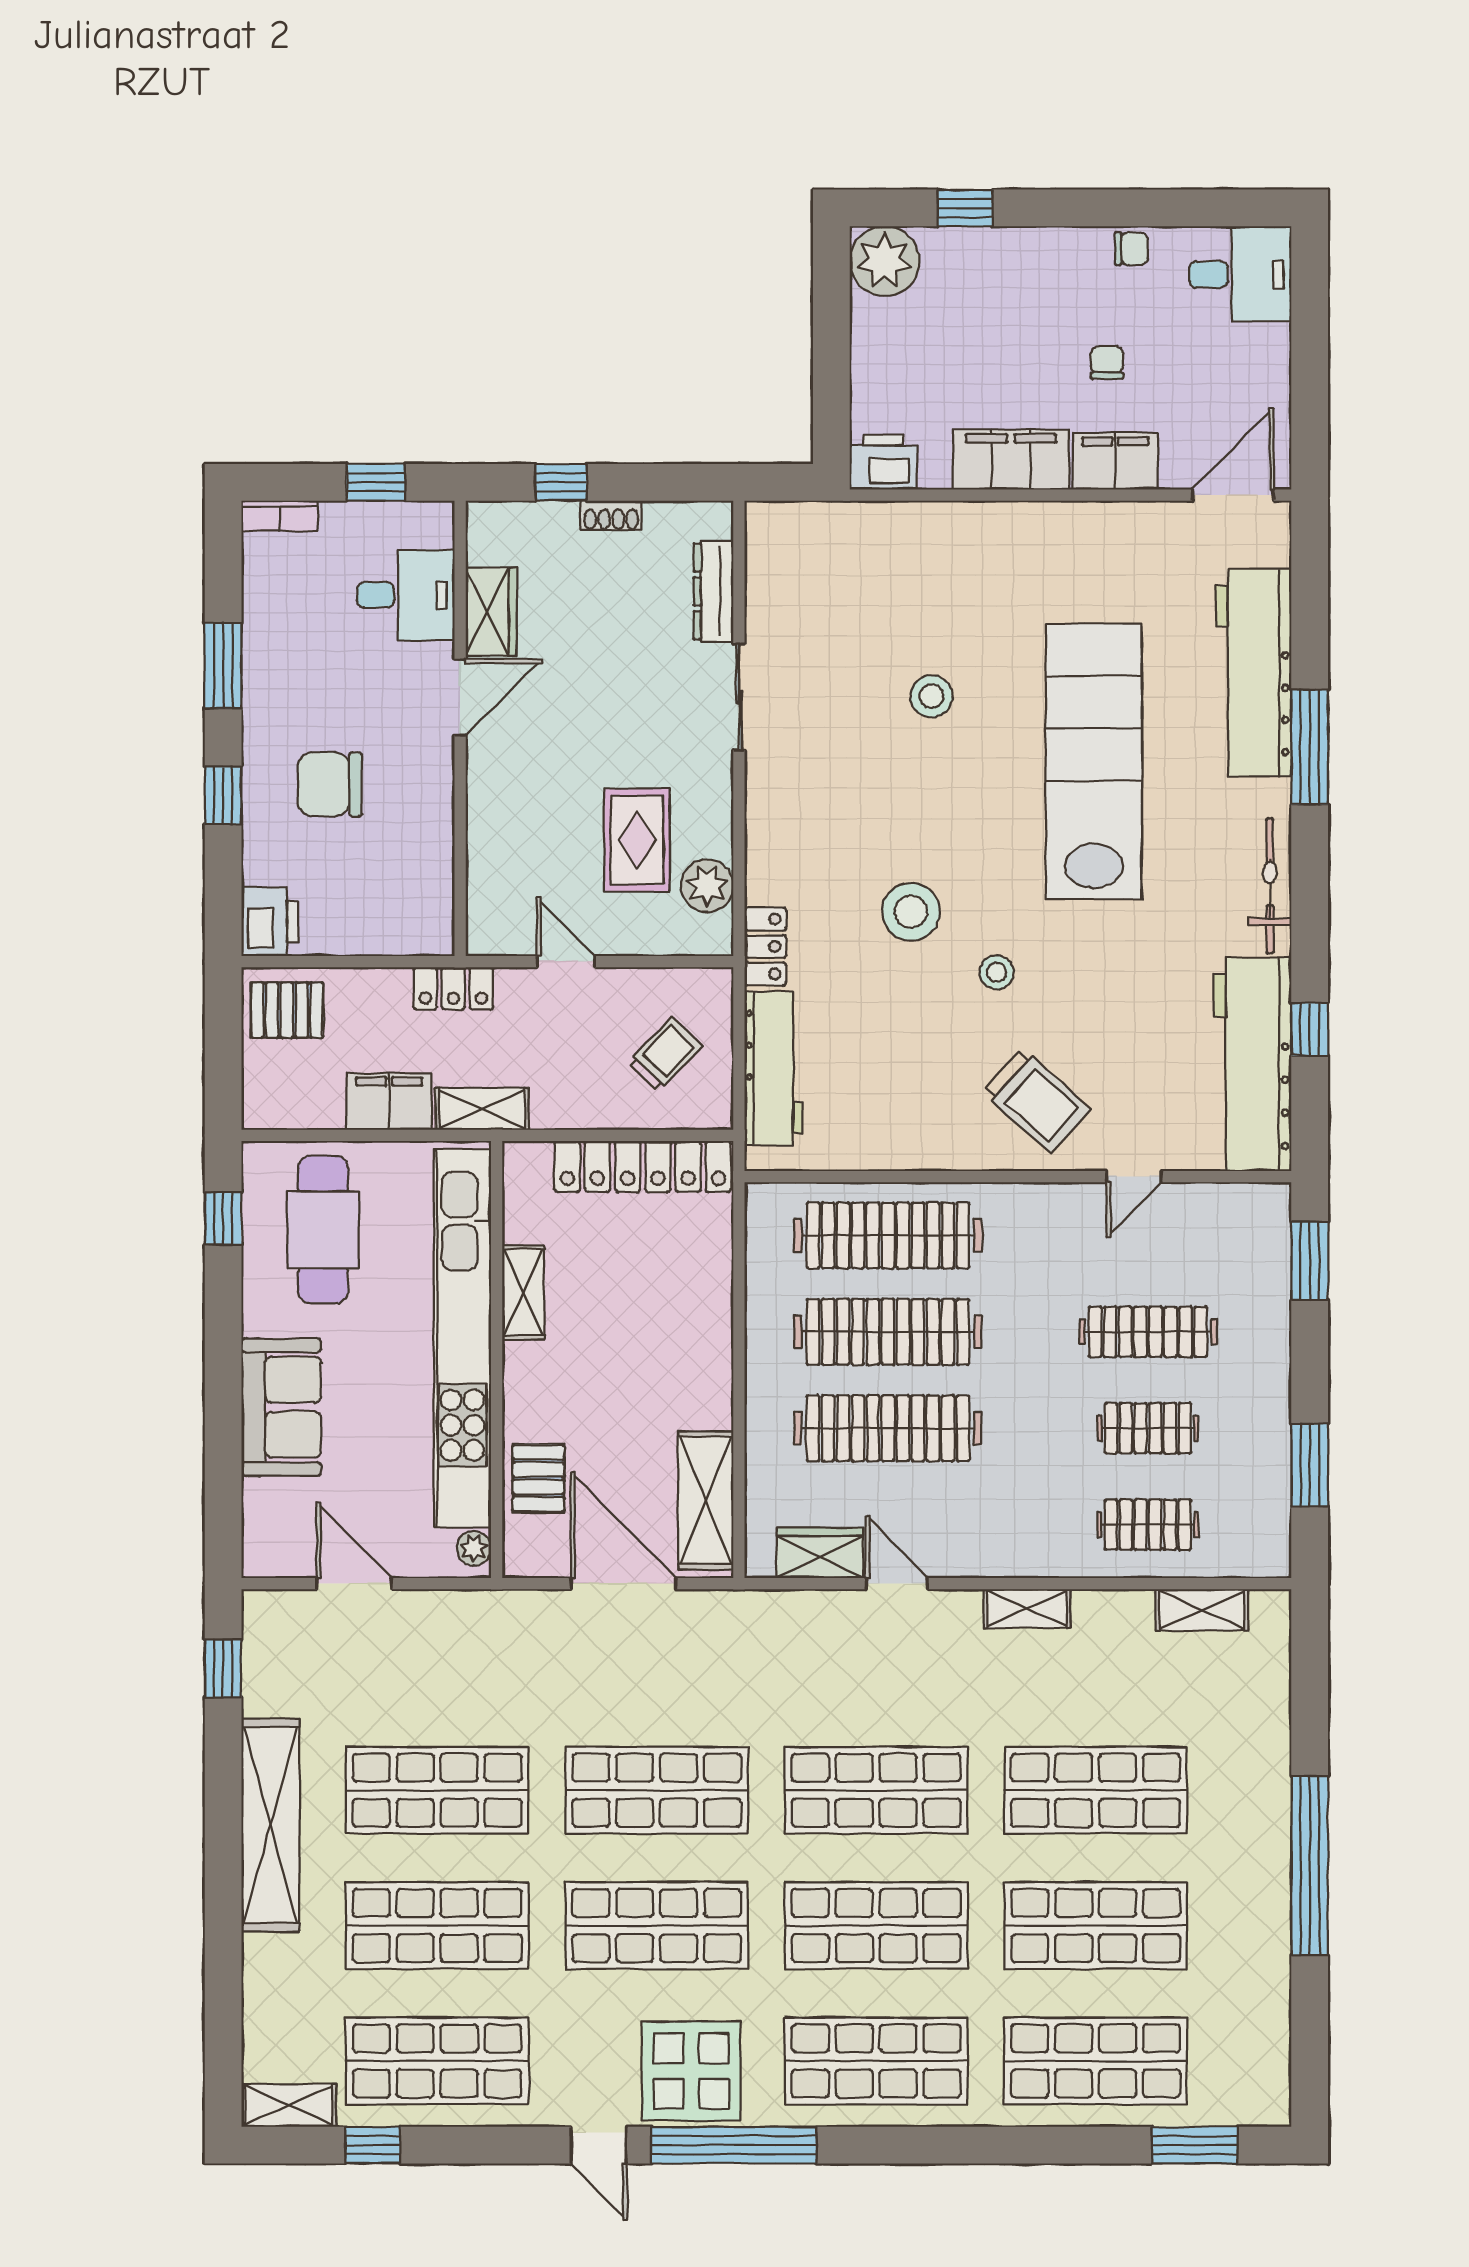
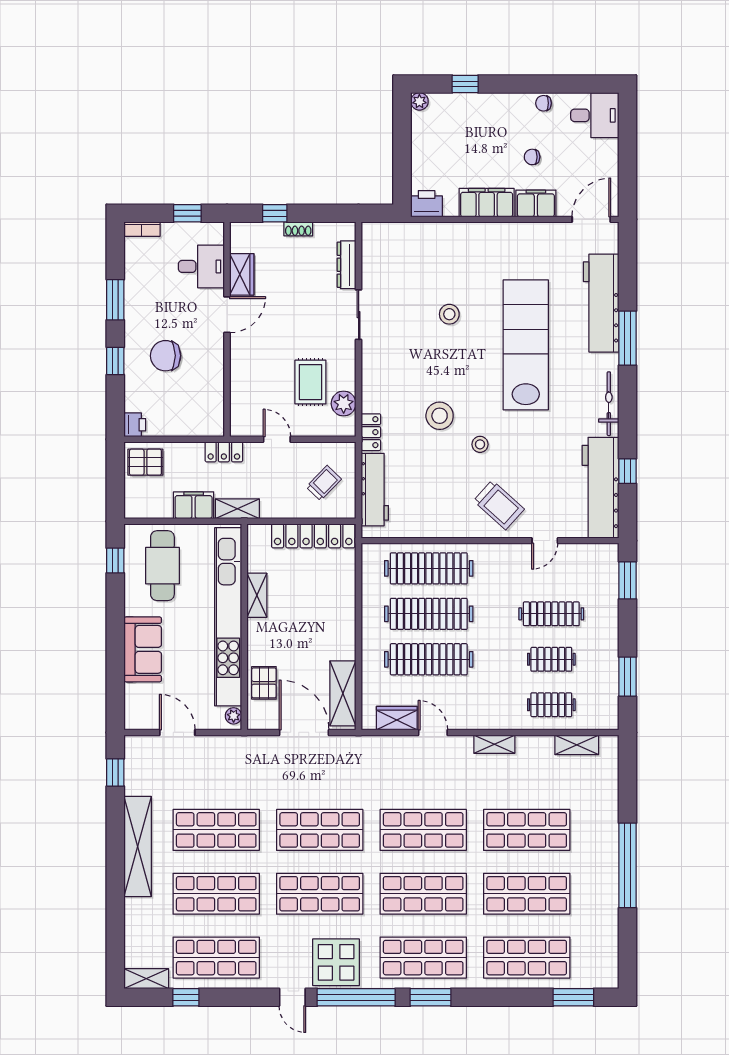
chair: (1131, 249) -> (543, 103), turned 180
plant: (885, 261) -> (419, 101), width x0.53, depth x0.53
chair: (1107, 363) -> (532, 157), turned -90
printer: (270, 922) -> (135, 425), width x0.73, depth x0.81
window: (892, 2145) -> (430, 997), added

